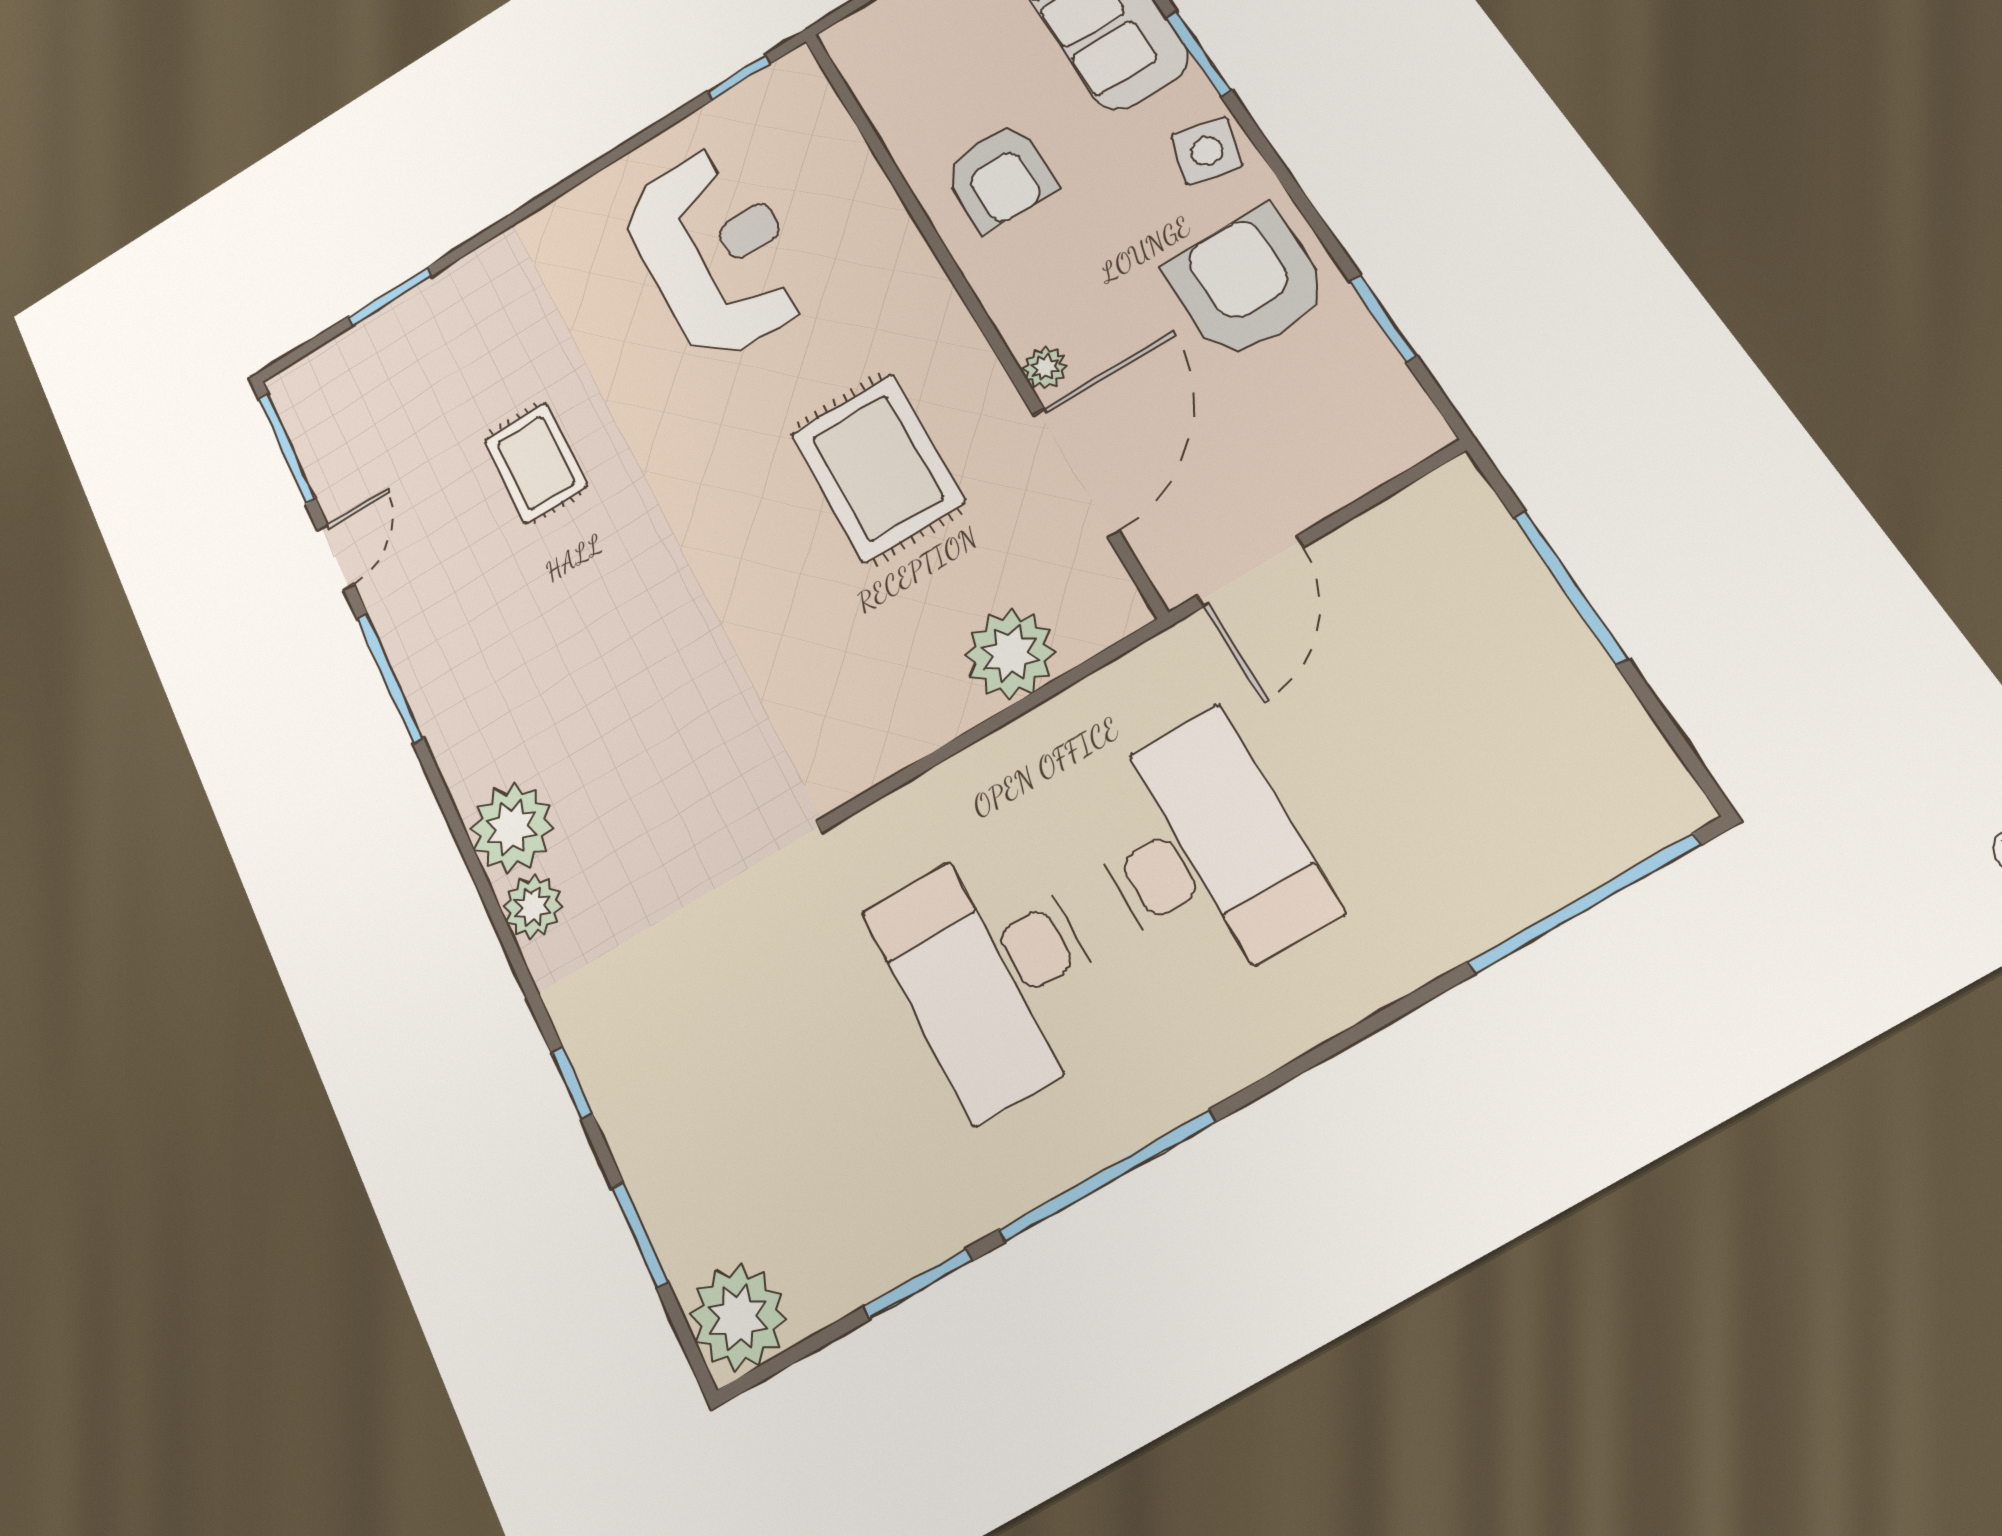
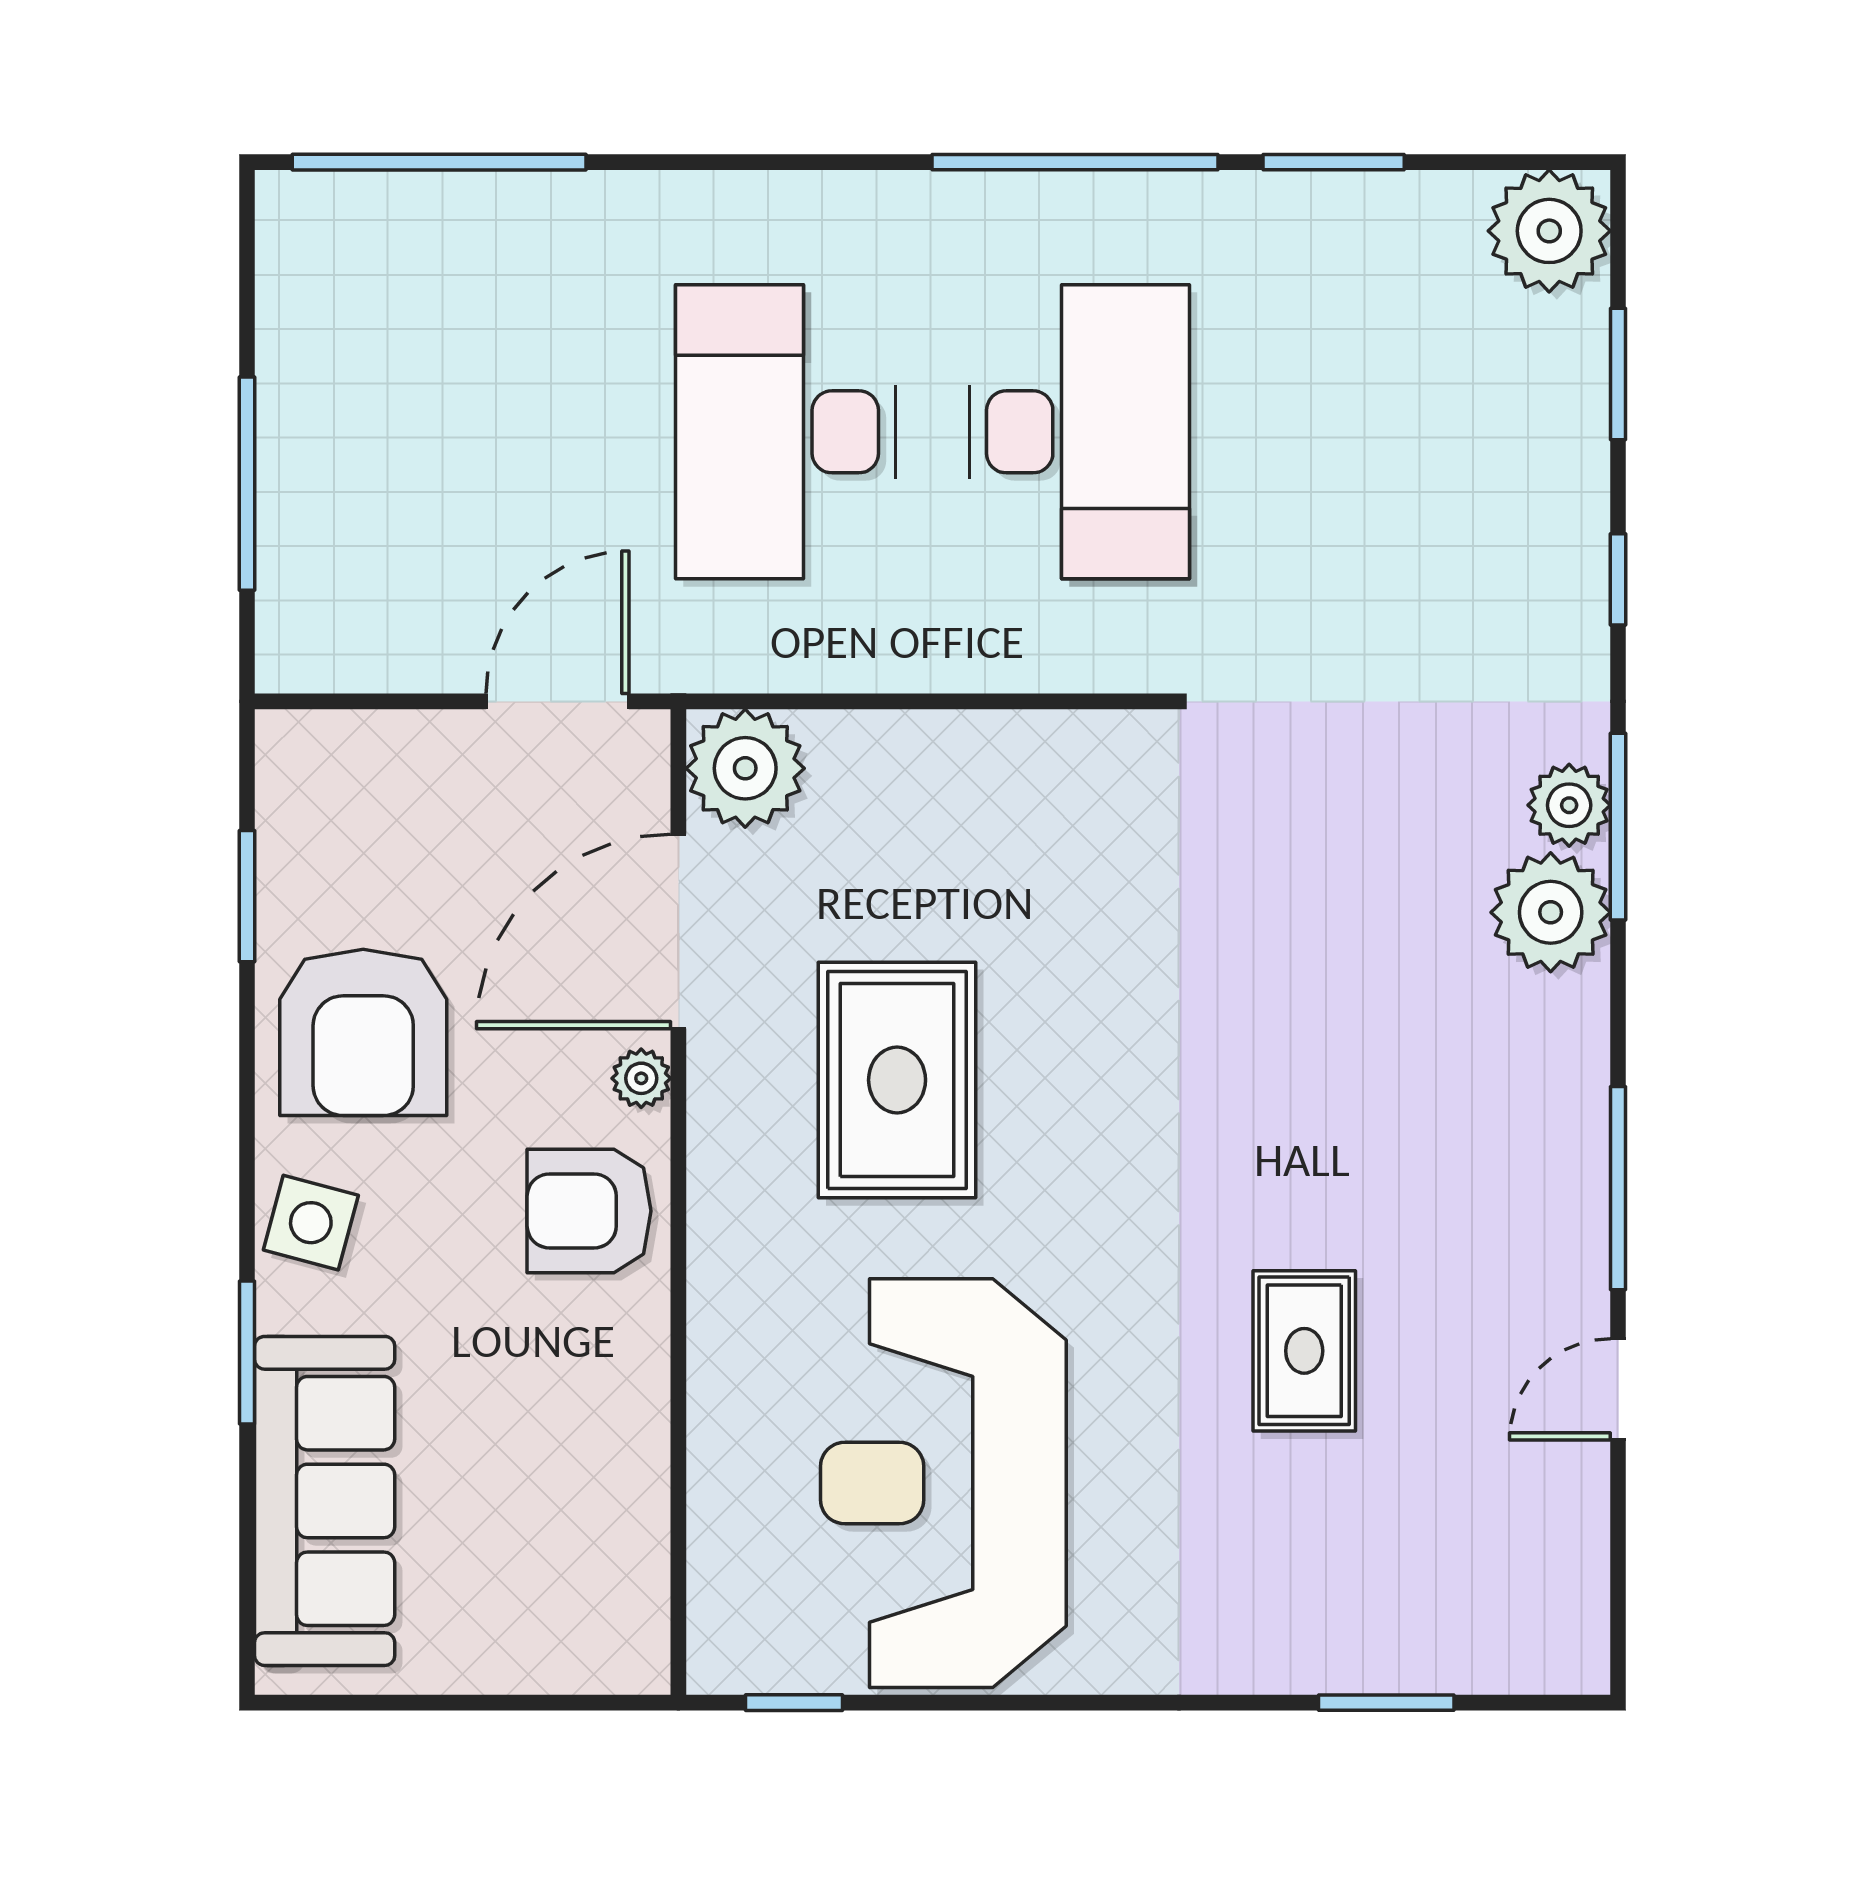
armchair: (999, 177) -> (589, 1211), moved, turned -90
reception desk: (716, 252) -> (943, 1483), width x1.36, depth x1.30
window: (287, 449) -> (1618, 827), moved
plant: (1010, 654) -> (745, 768), moved

